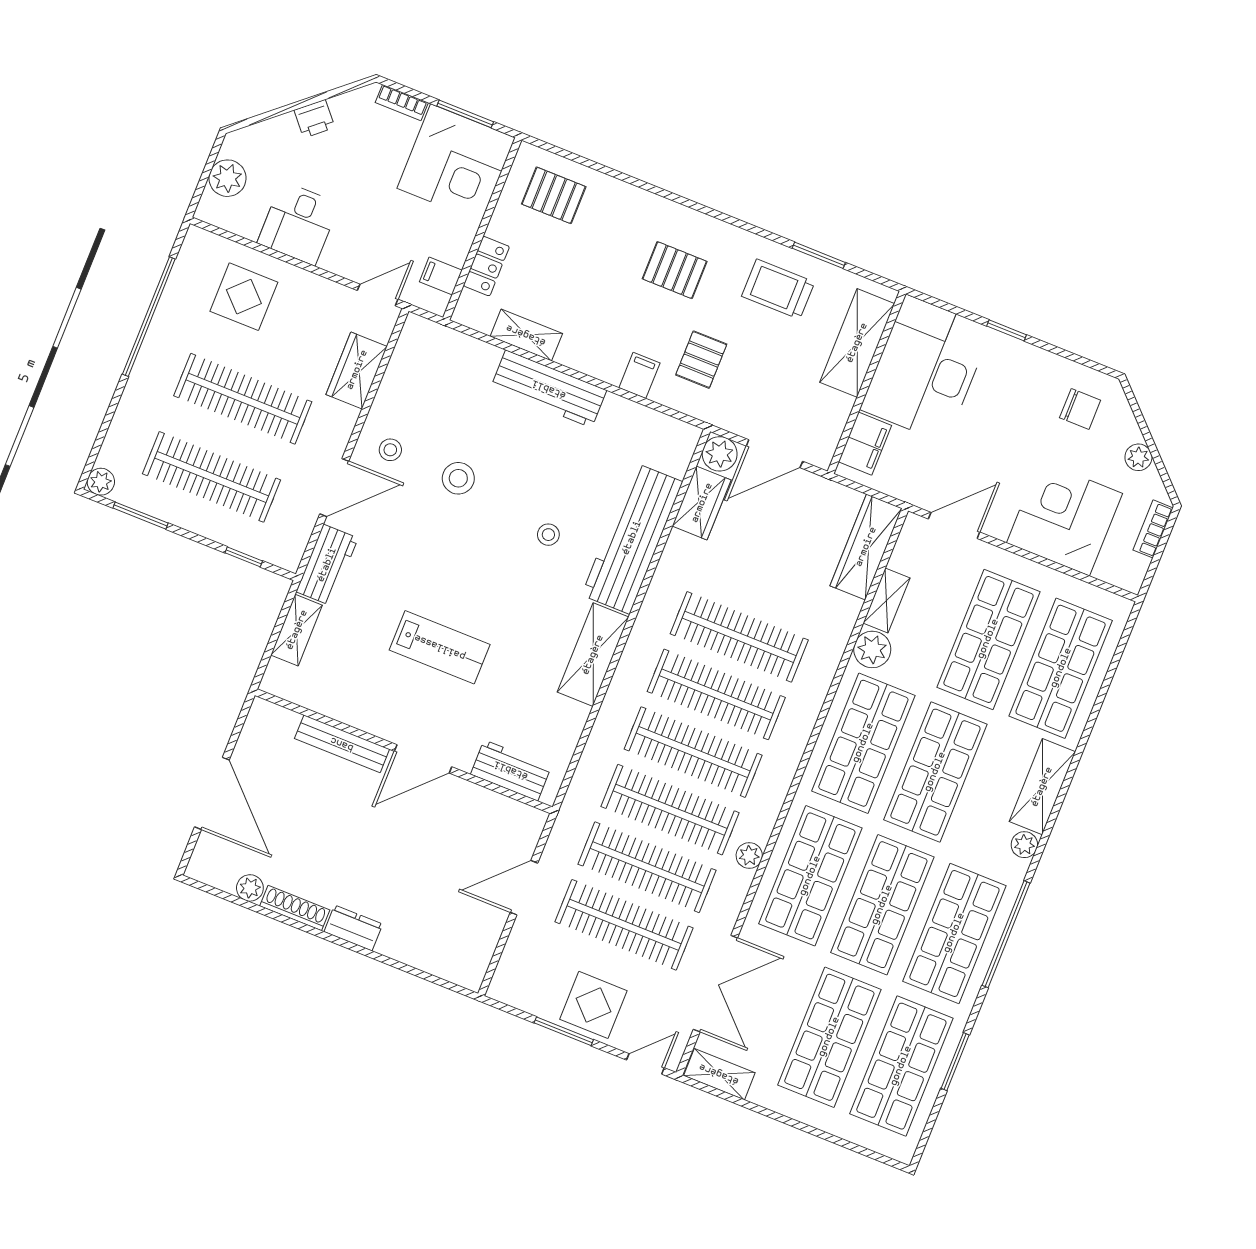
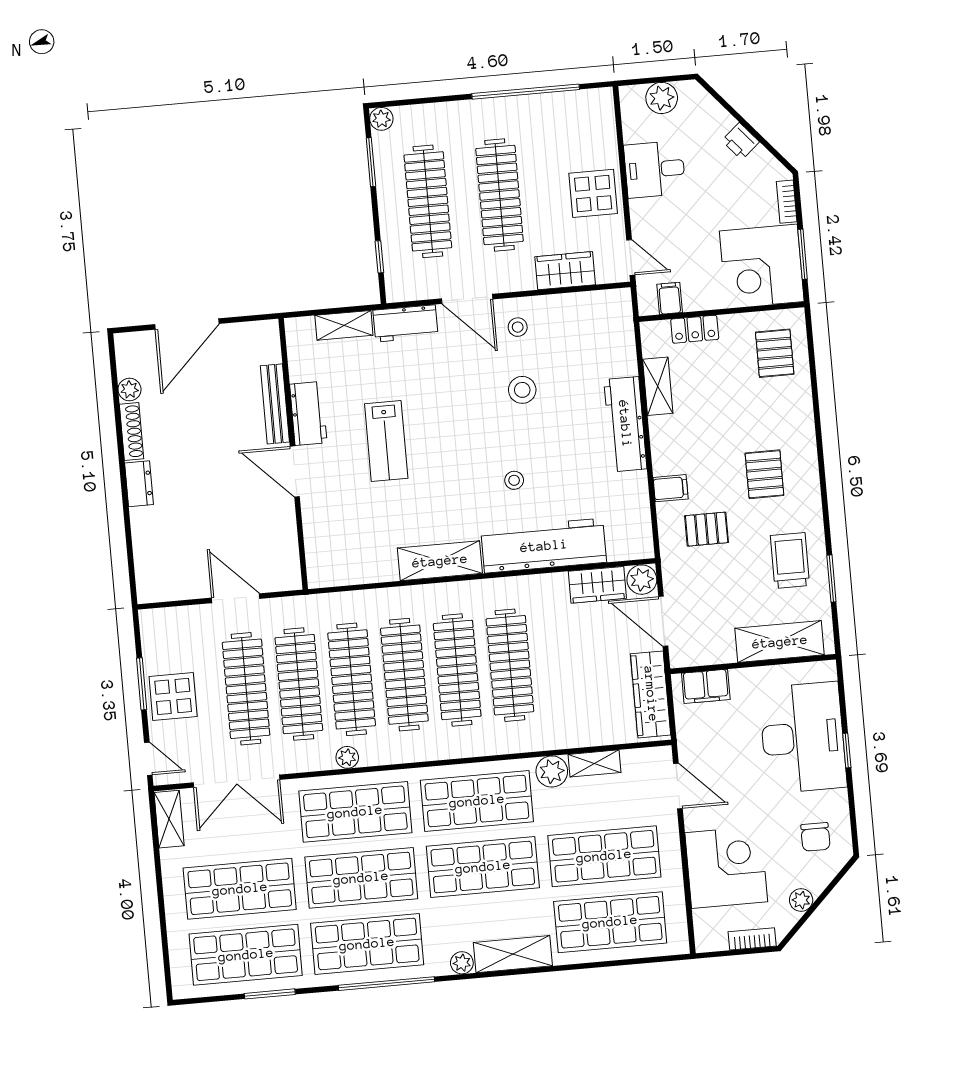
display table: (244, 297) -> (593, 193), moved
desk: (926, 369) -> (803, 738), moved, turned 90
wardrobe: (866, 547) -> (651, 694), moved, turned -90
workbench: (511, 770) -> (308, 413), moved

